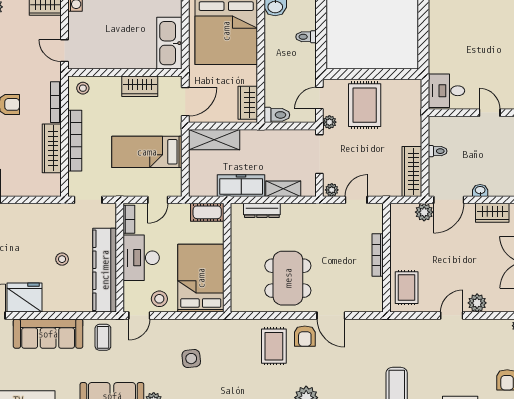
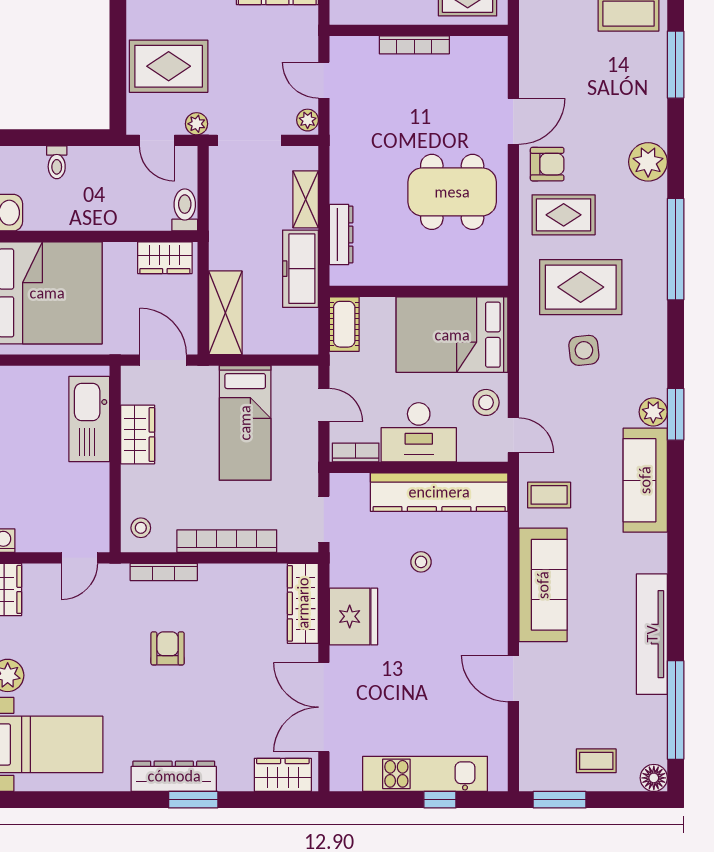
kitchen sink: (169, 43) -> (89, 419), moved, turned 90
wardrobe: (52, 148) -> (303, 603), moved, turned 90
fridge: (24, 298) -> (353, 616), moved, turned 180
rug: (230, 357) -> (581, 287), added

